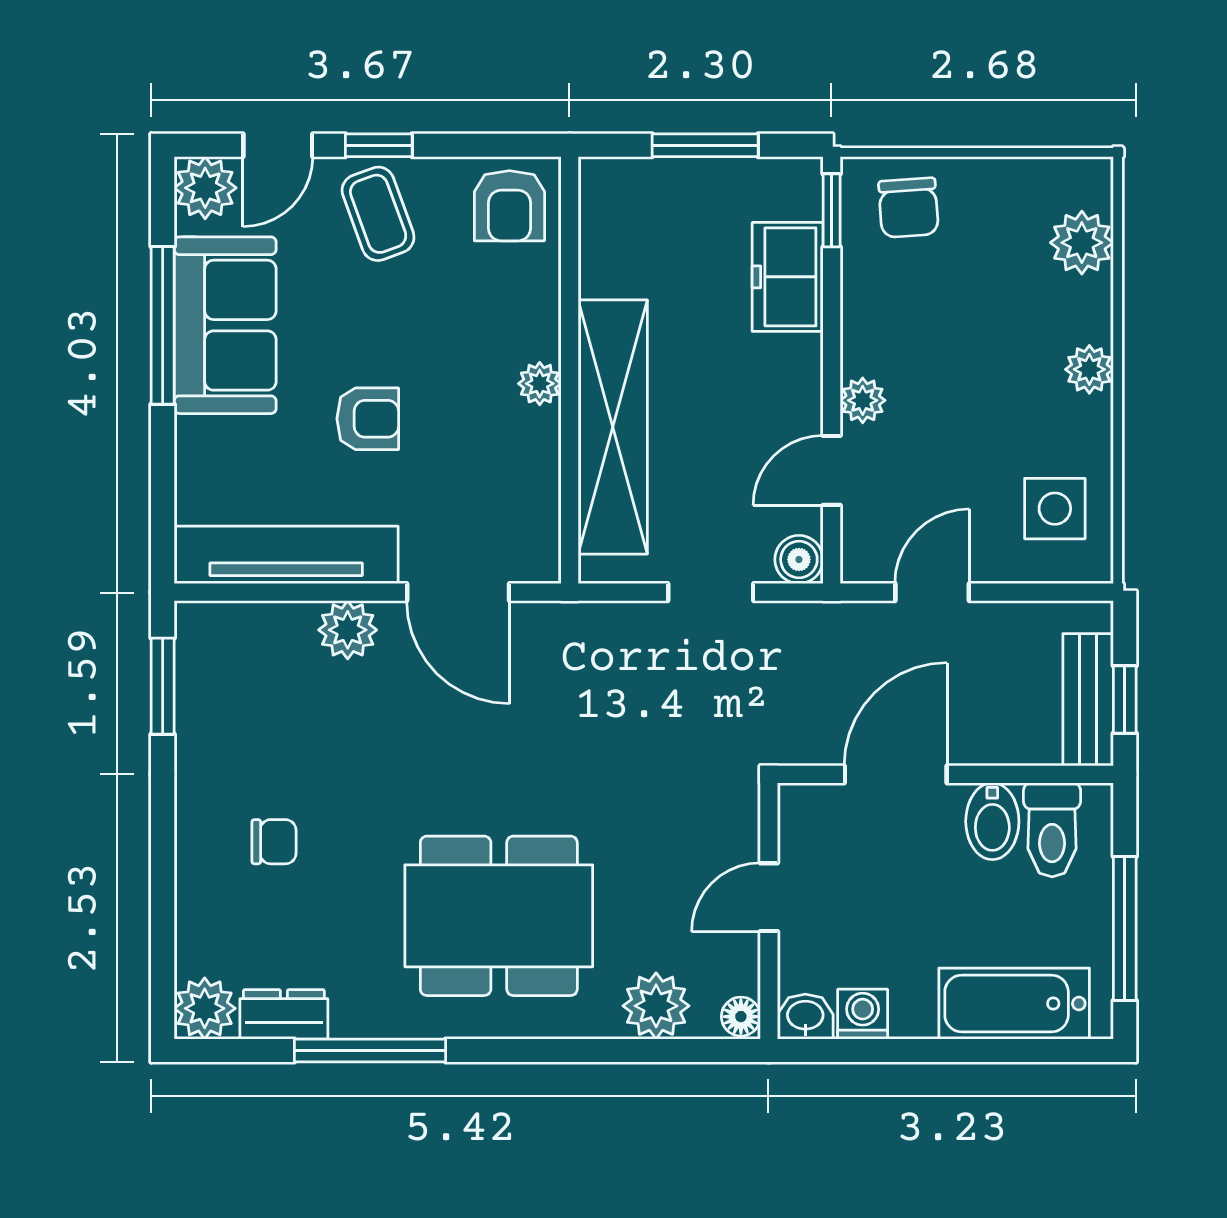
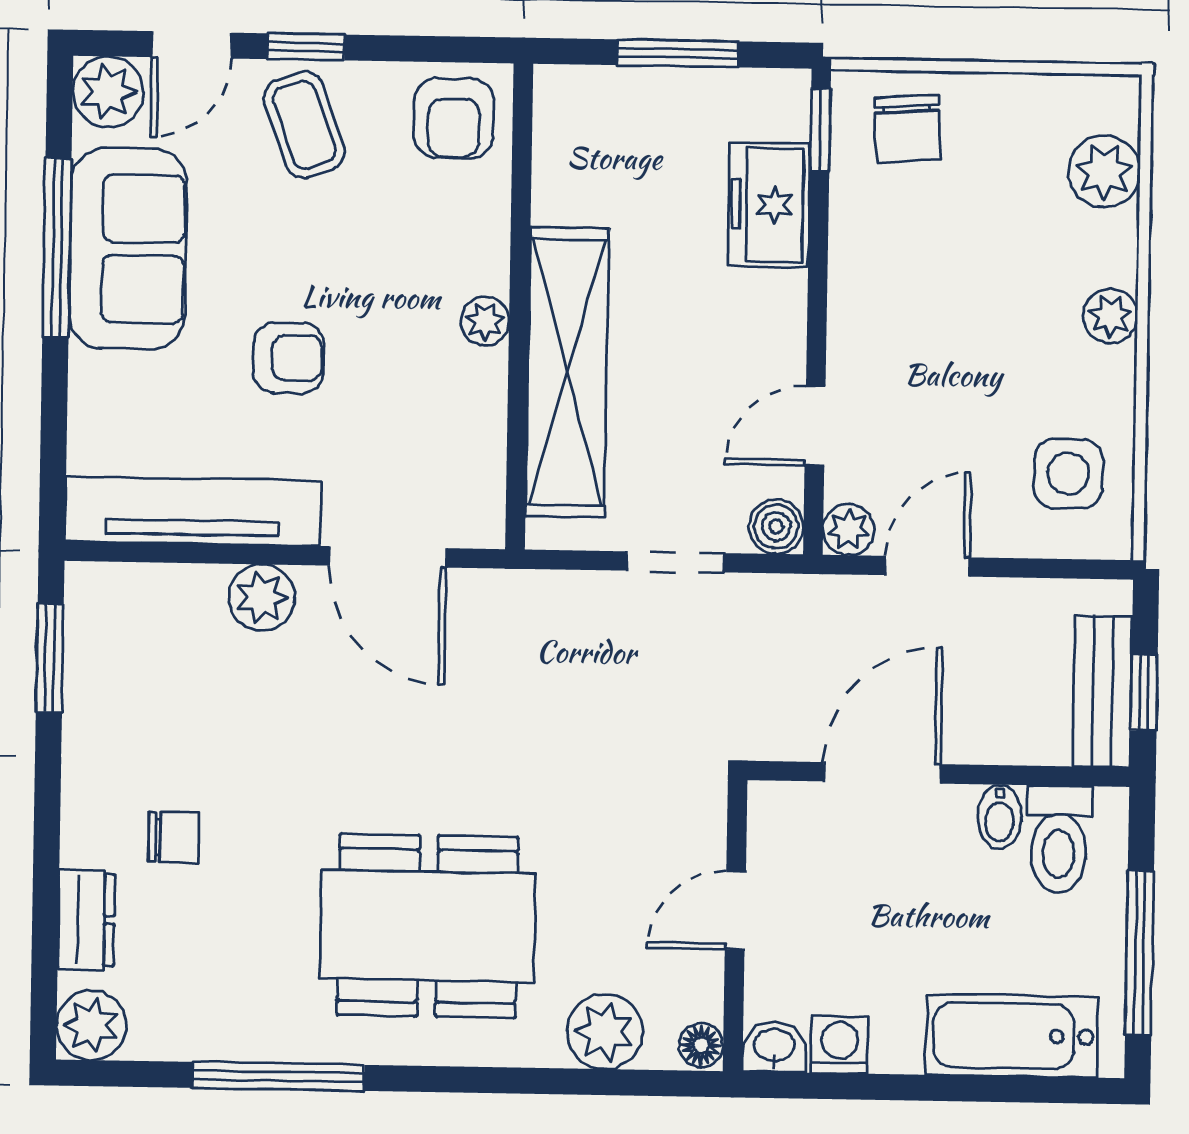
plant: (863, 400) -> (849, 529), moved
bidet: (992, 821) -> (1000, 817), width x0.72, depth x0.74
dresser: (284, 1014) -> (86, 920), moved, turned 90

